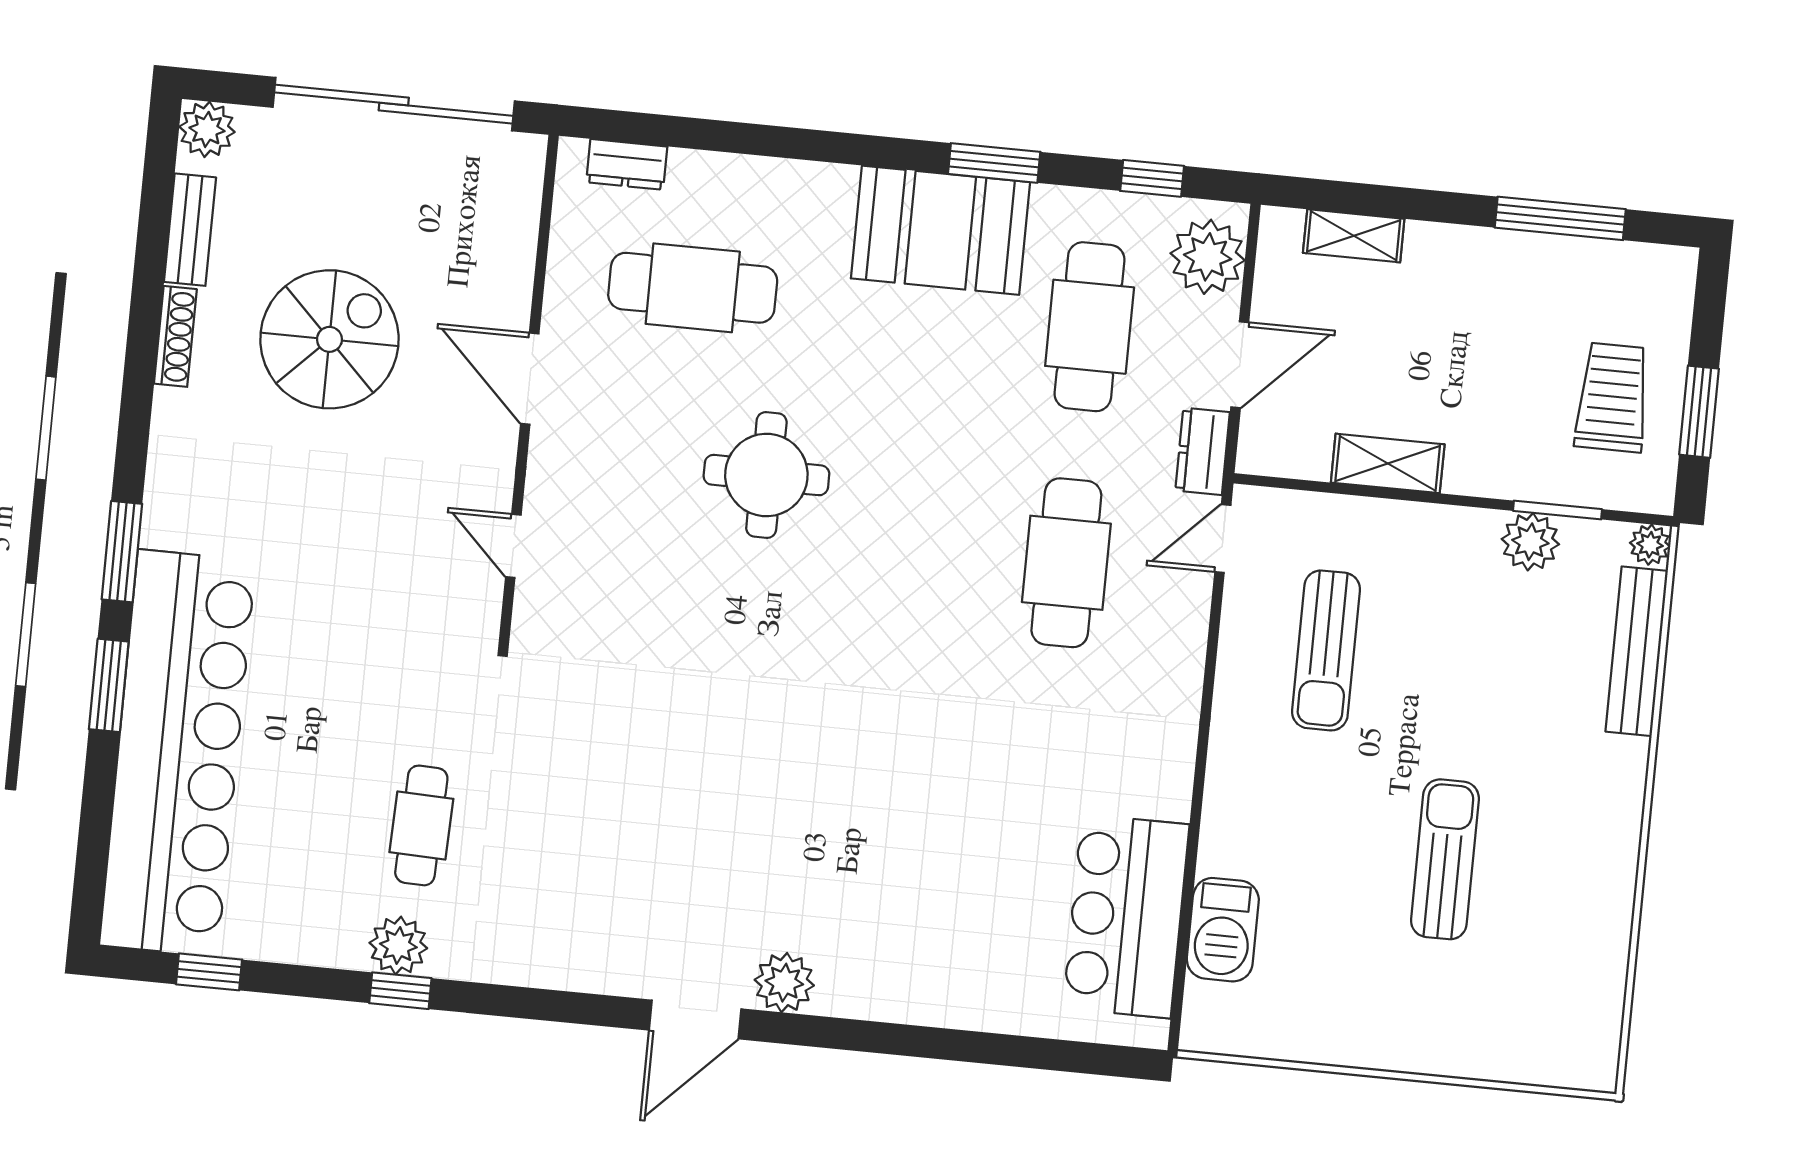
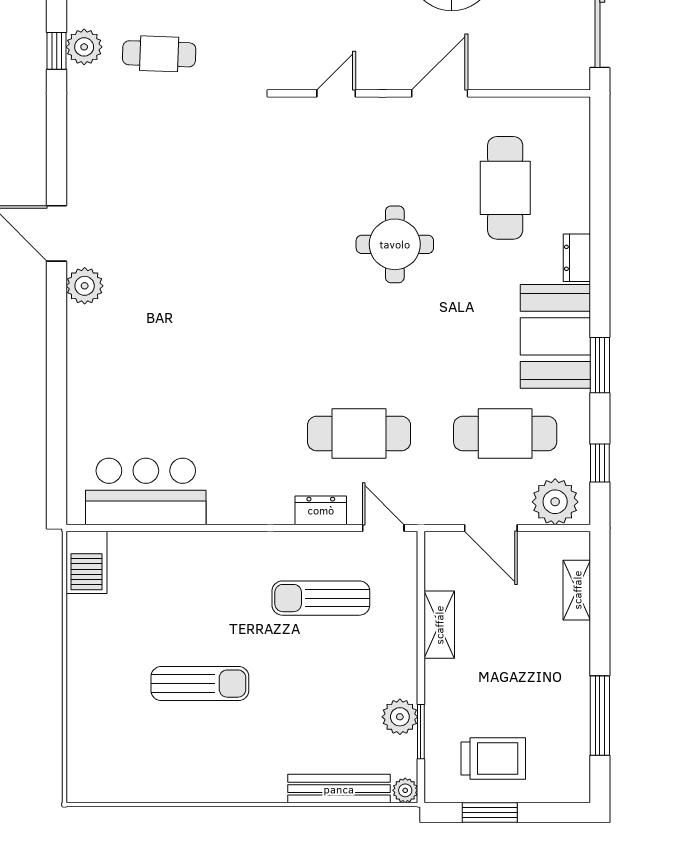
dresser: (627, 164) -> (577, 258), moved
dresser: (1203, 451) -> (321, 510), moved
barbecue: (1223, 930) -> (87, 562), moved, turned -90

